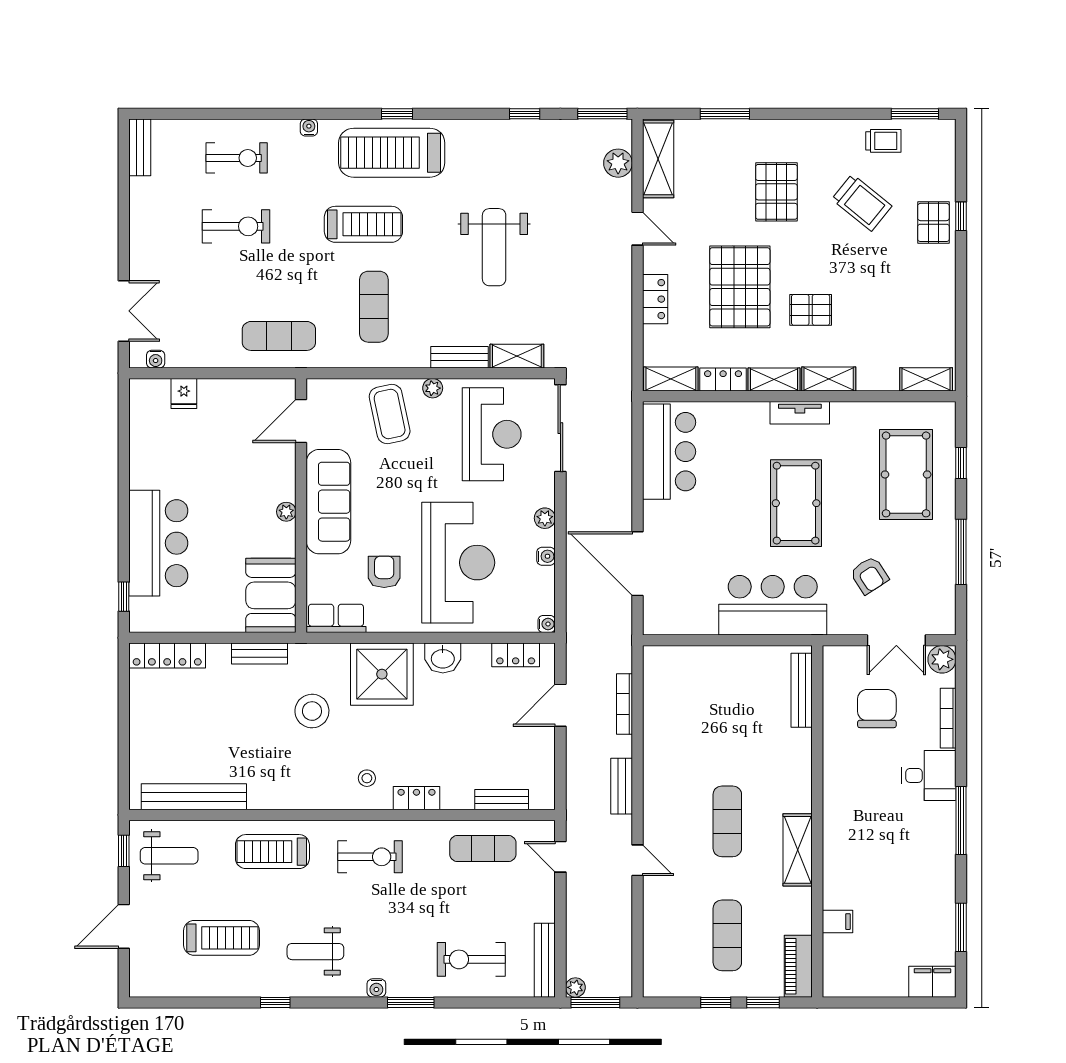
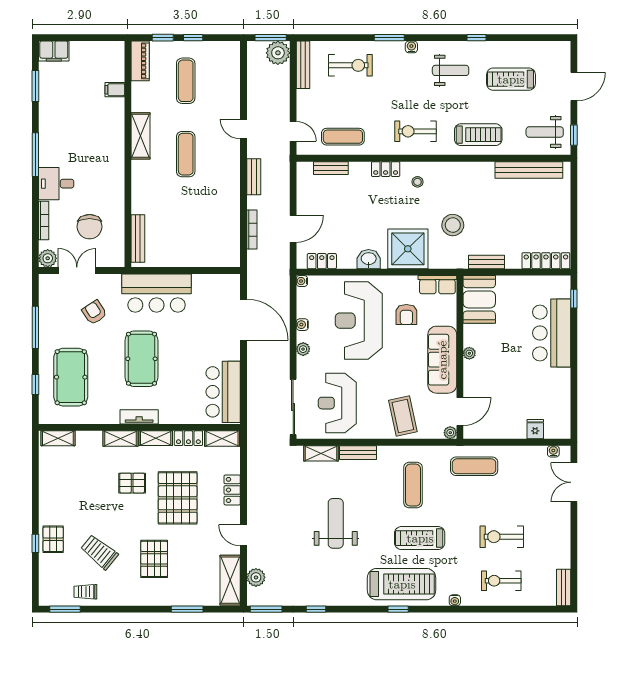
plant: (433, 388) -> (450, 433), moved
plant: (575, 987) -> (278, 53), width x1.87, depth x1.87

